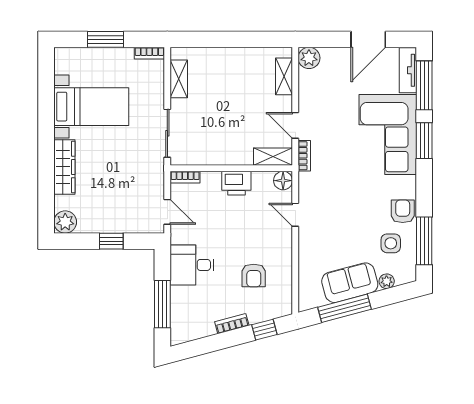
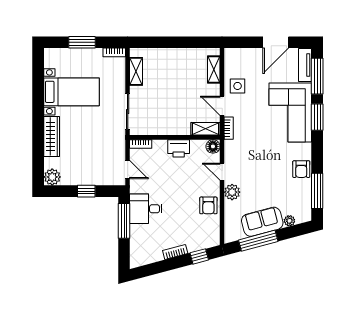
plant: (309, 58) -> (232, 192), moved
armchair: (403, 211) -> (301, 169), turned 180
side table: (391, 243) -> (238, 86), moved
armchair: (254, 275) -> (208, 205), moved
window: (162, 304) -> (124, 221), moved

